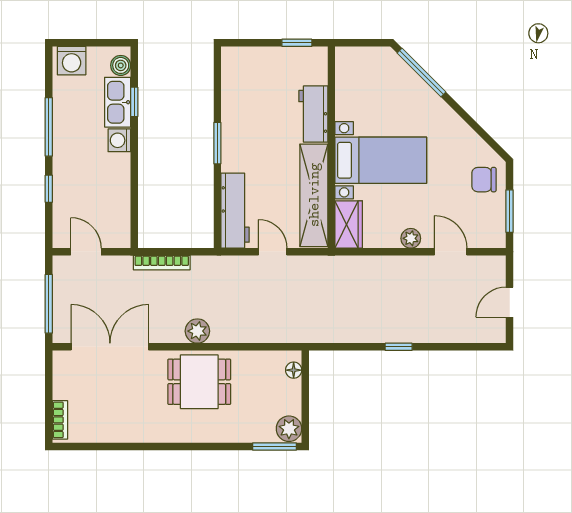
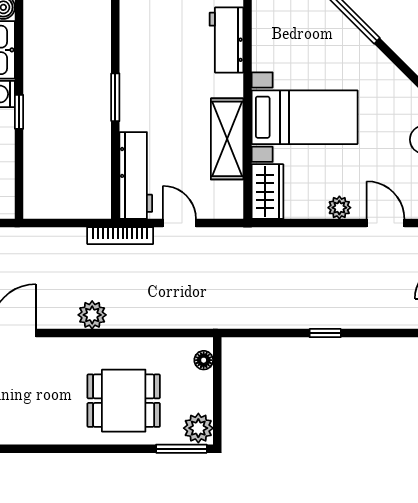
window: (134, 102) -> (19, 112), moved
workbench: (313, 114) -> (226, 40), moved
shelving: (314, 195) -> (227, 139), width x0.68
bookcase: (162, 263) -> (120, 236), moved
dining table: (199, 382) -> (124, 401), moved

